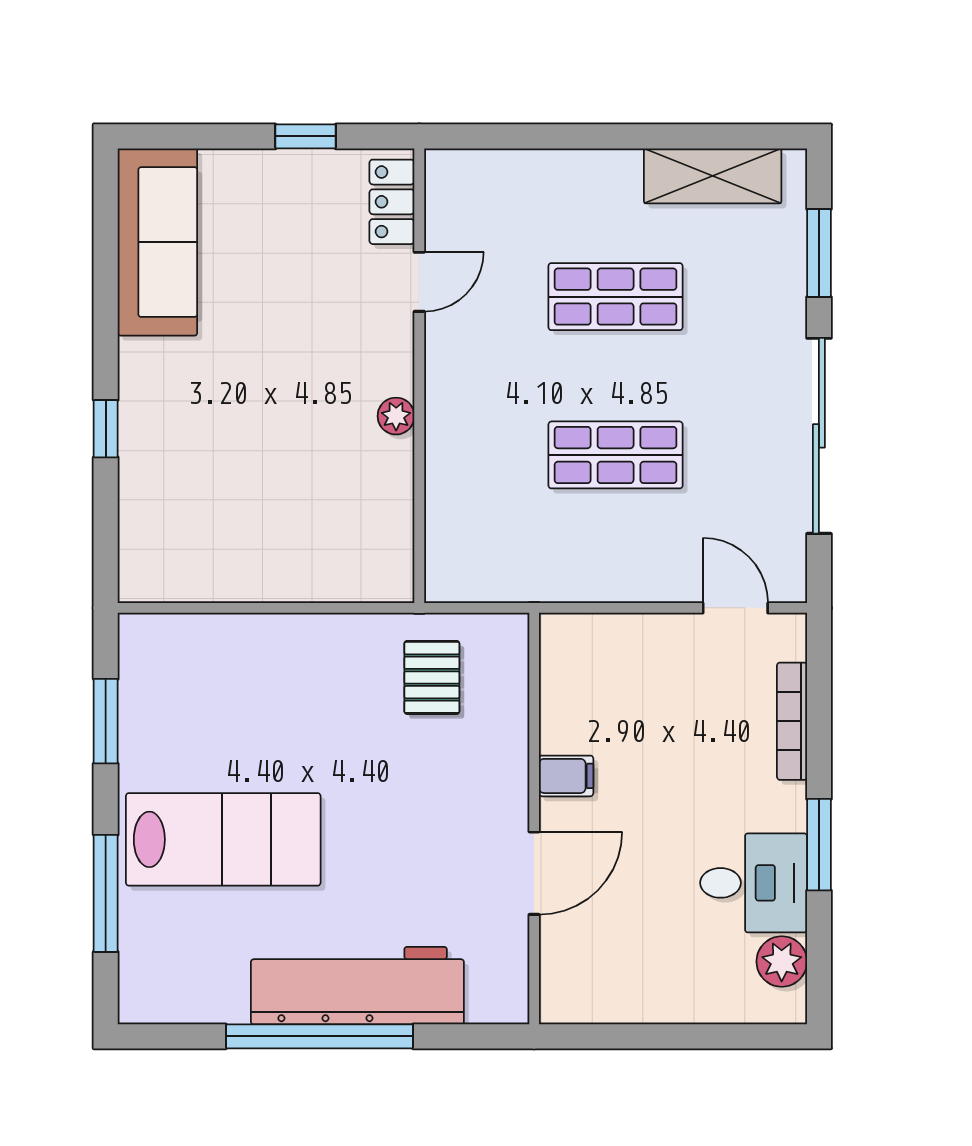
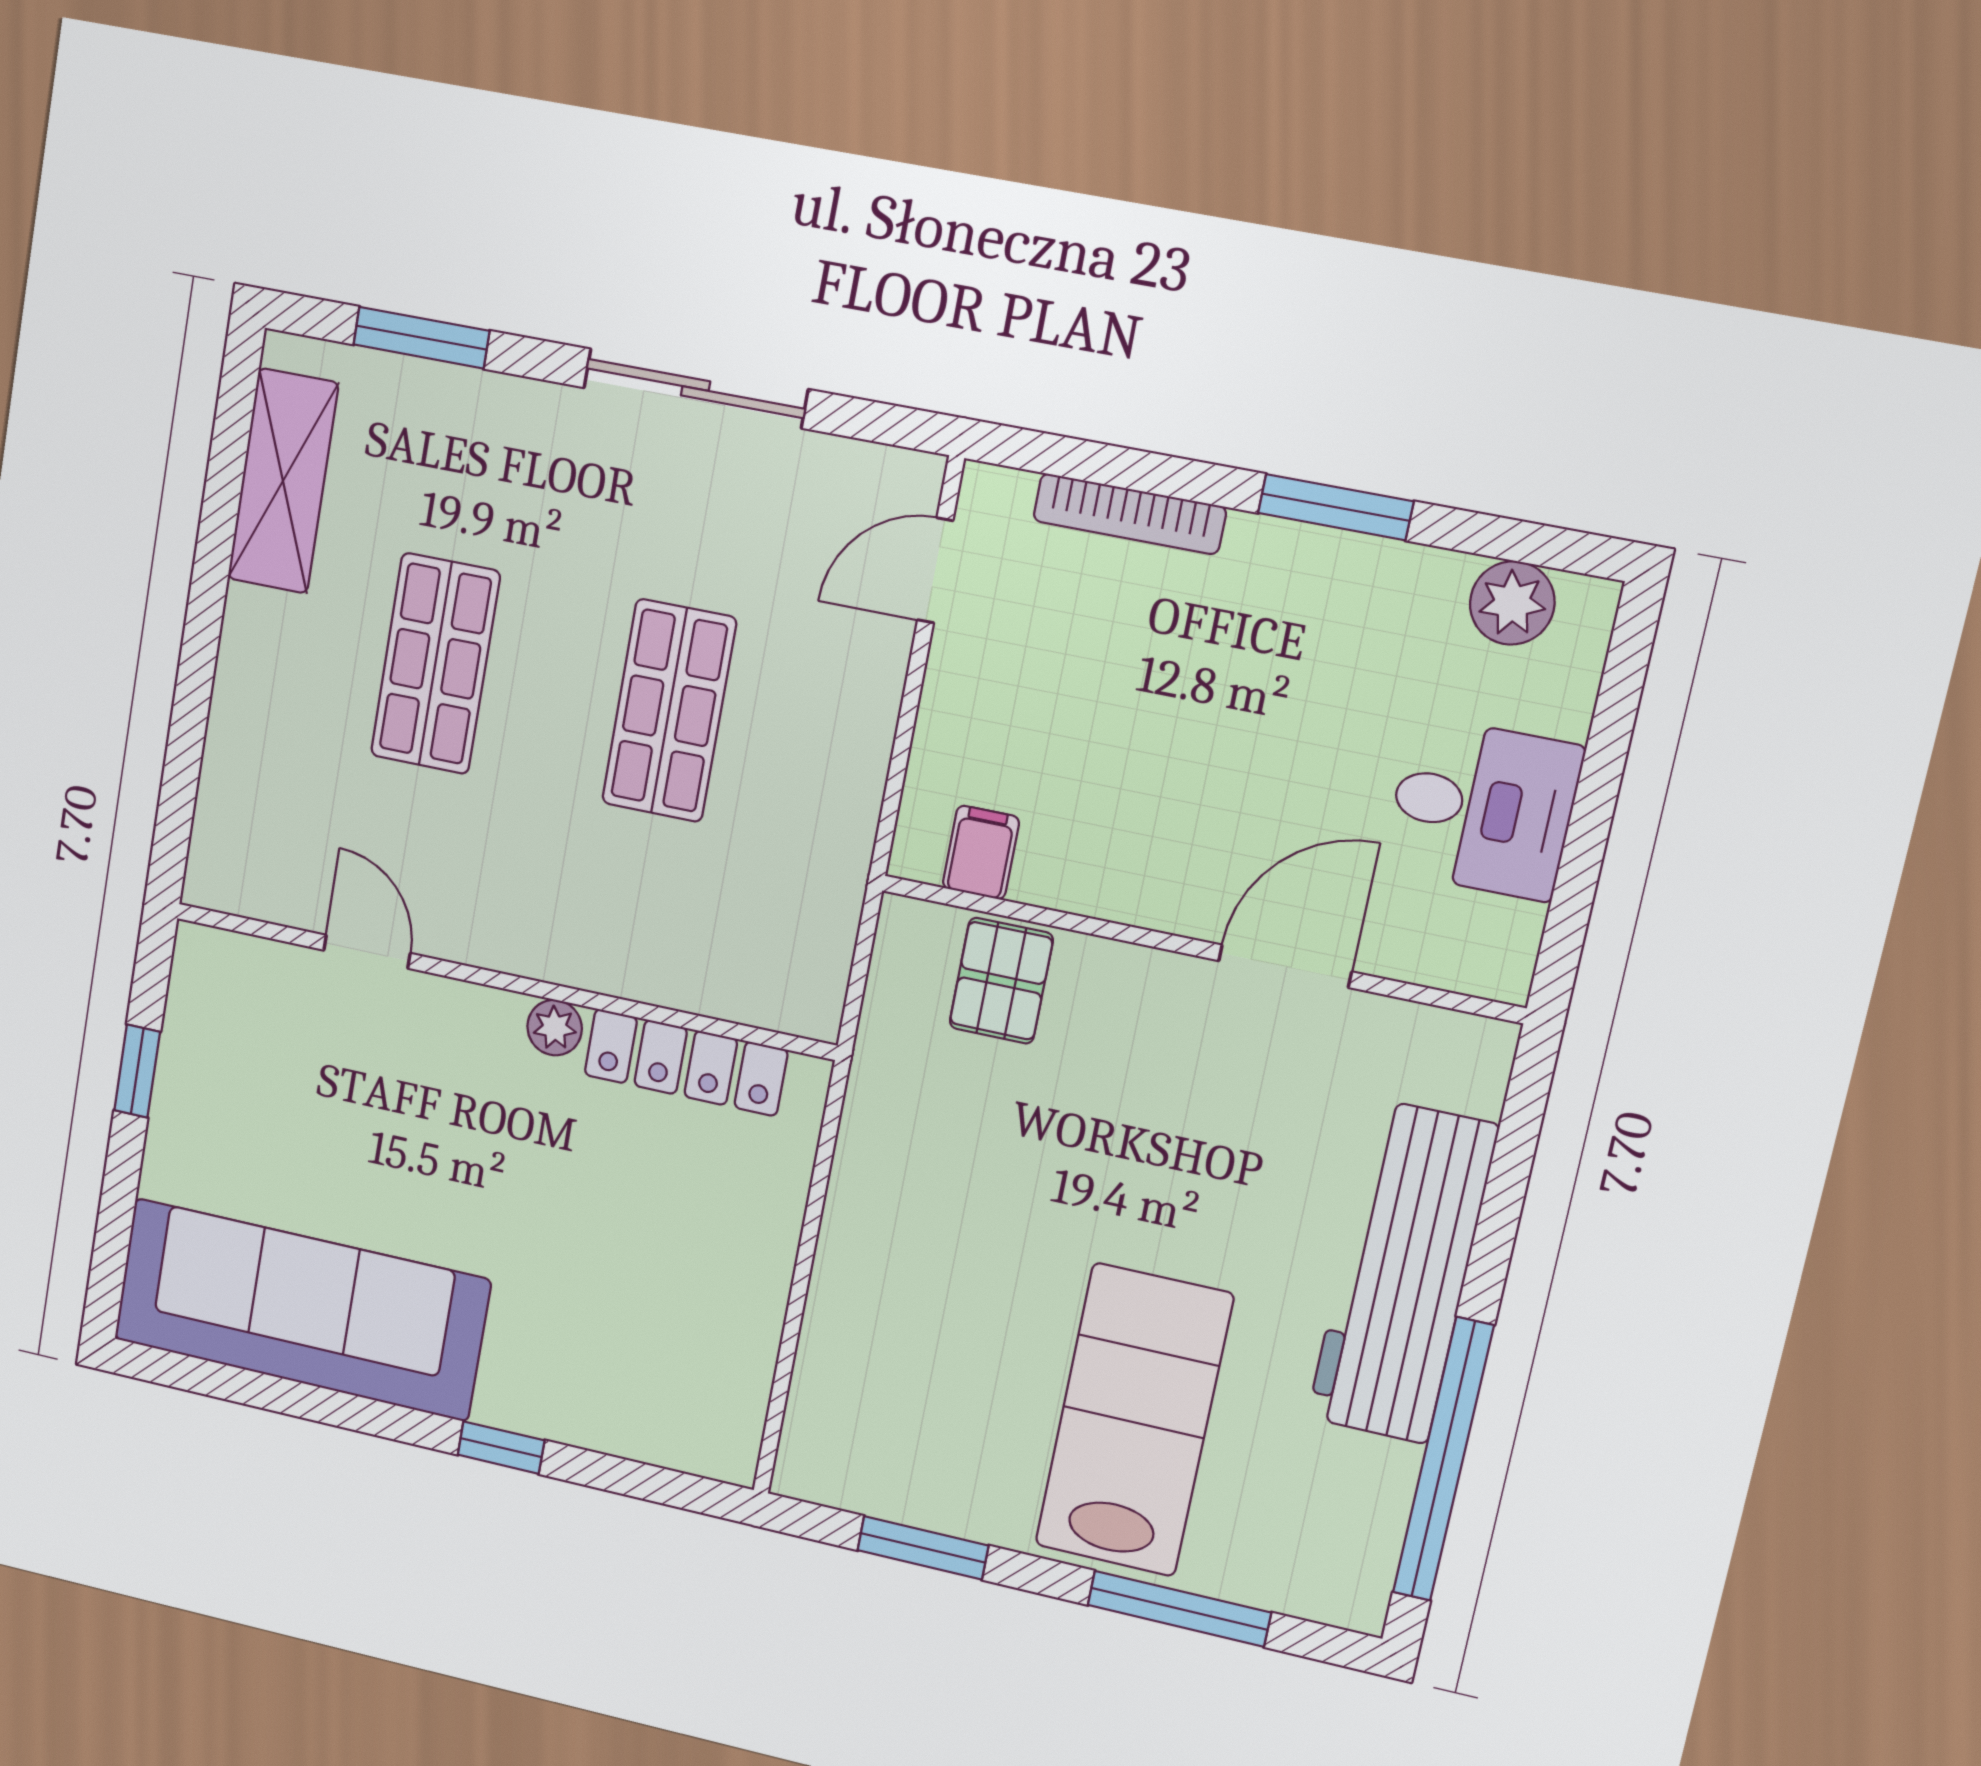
locker: (392, 202) -> (686, 1062), moved, width x1.53
sofa: (157, 242) -> (301, 1310), width x1.36, depth x1.27
sliding door: (819, 436) -> (696, 388), width x0.73
pallet: (432, 677) -> (1001, 981), moved, turned 90
filing cabinet: (566, 776) -> (981, 852), moved
door: (534, 873) -> (1285, 966), hinge flipped
desk: (754, 883) -> (1482, 808), moved, turned 90
window: (319, 1036) -> (1443, 1460), moved

